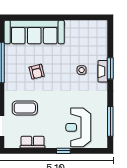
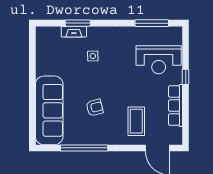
window: (110, 68) -> (78, 23), moved
fireplace: (103, 71) -> (74, 32), moved
row of seats: (33, 142) -> (175, 106), width x1.48

